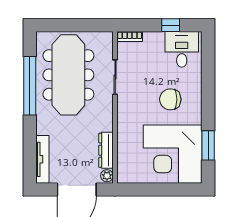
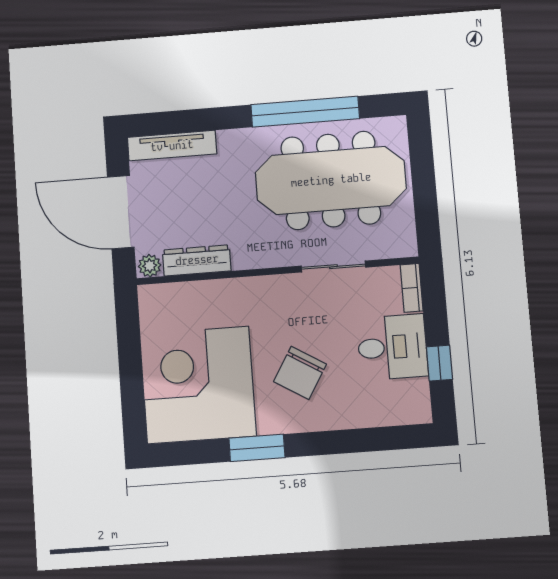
desk: (182, 49) -> (392, 347), moved
chair: (170, 99) -> (300, 373), turned -149
window: (208, 145) -> (257, 448), moved

